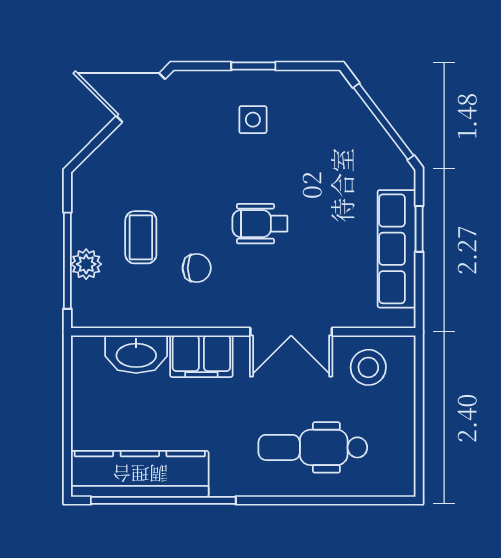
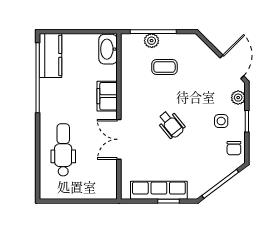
plant: (204, 84) -> (238, 98), added
wheelchair: (260, 224) -> (171, 124), turned 141
chair: (197, 268) -> (234, 148), moved
washbasin: (136, 354) -> (108, 49), moved
stool: (368, 367) -> (102, 177), removed
kitchen counter: (140, 474) -> (50, 55), width x0.67

